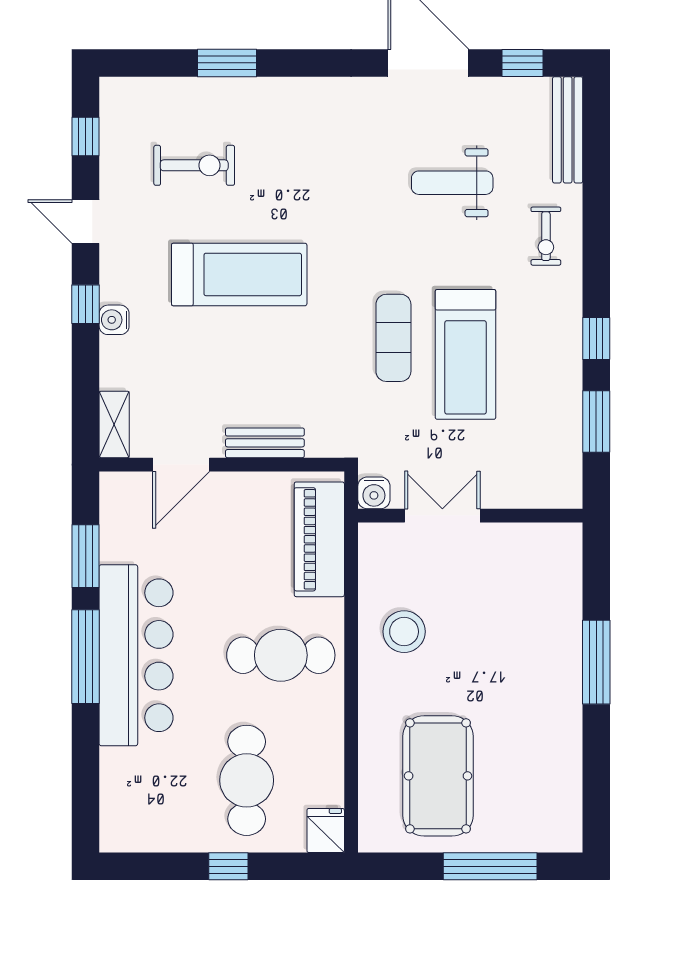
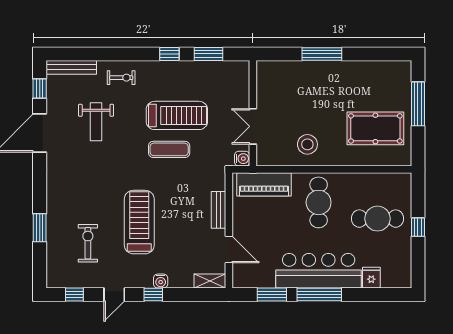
fridge: (326, 831) -> (371, 278), moved, turned 90

